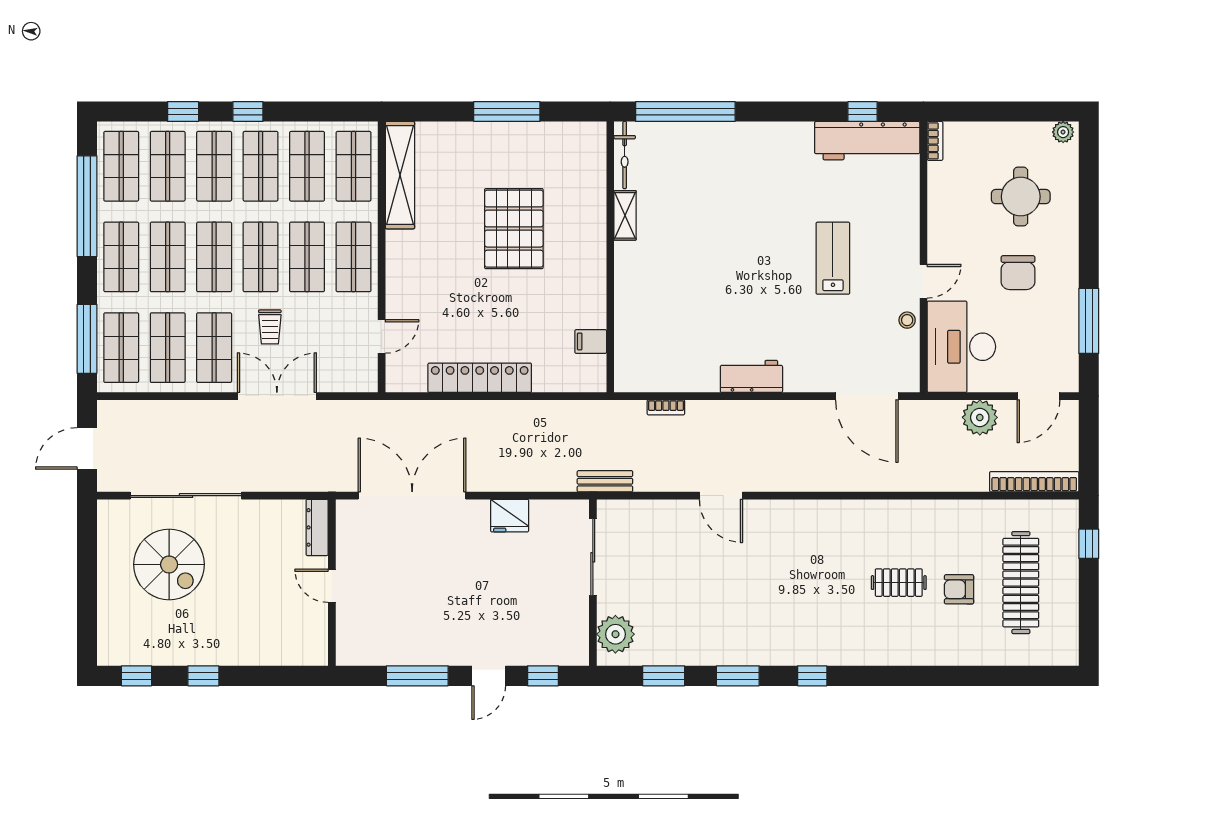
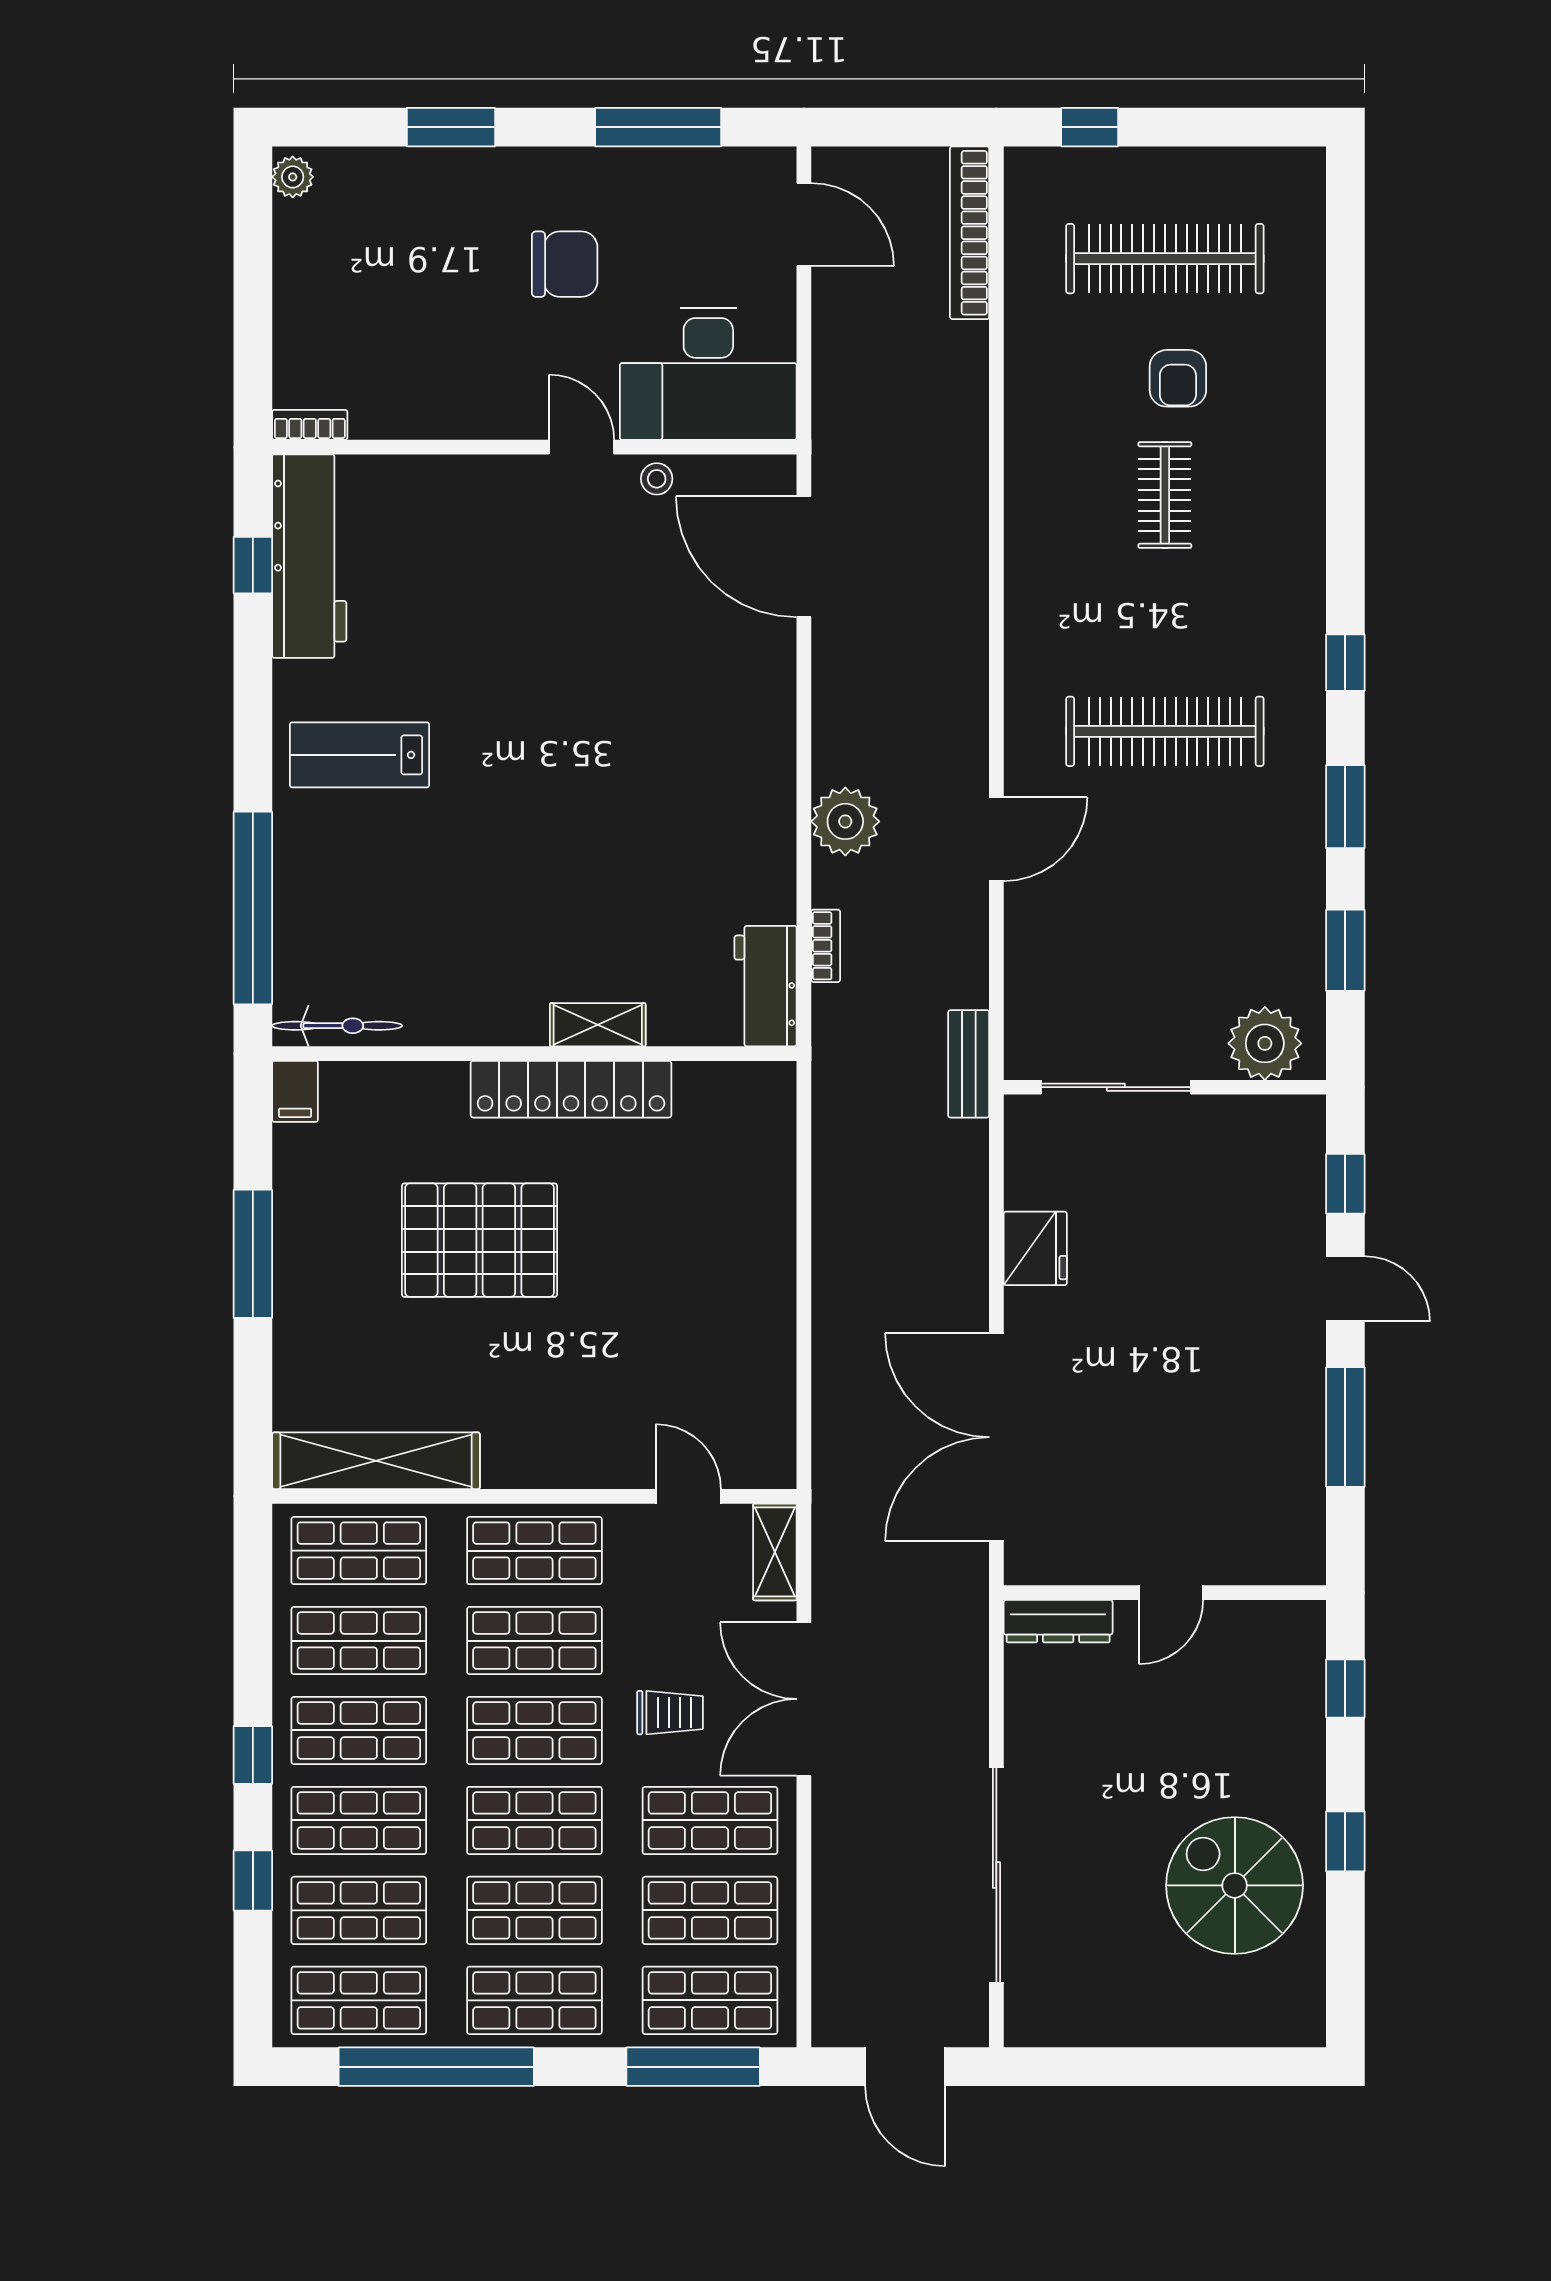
round table: (1021, 197) -> (417, 259), removed
window: (1089, 214) -> (451, 127), added
shelving: (625, 215) -> (598, 1025), moved
lab bench: (833, 258) -> (359, 755), moved
filing cabinet: (591, 341) -> (295, 1091), moved
workbench: (751, 376) -> (766, 986), moved
locker: (480, 378) -> (571, 1089), moved, turned -90
shelving: (353, 381) -> (775, 1552), added
door: (867, 396) -> (804, 557), swing flipped
plant: (980, 417) -> (845, 821), moved
spiral stairs: (169, 564) -> (1235, 1885), moved, turned -90
clothes rail: (777, 583) -> (1165, 731), added
window: (136, 676) -> (1345, 1688), moved

